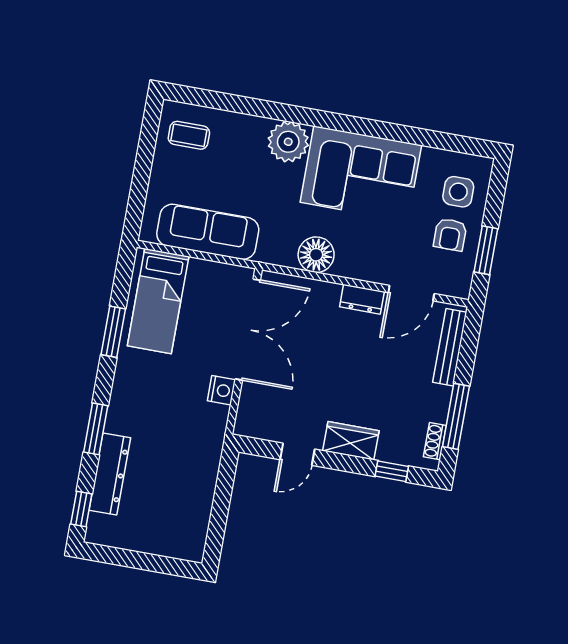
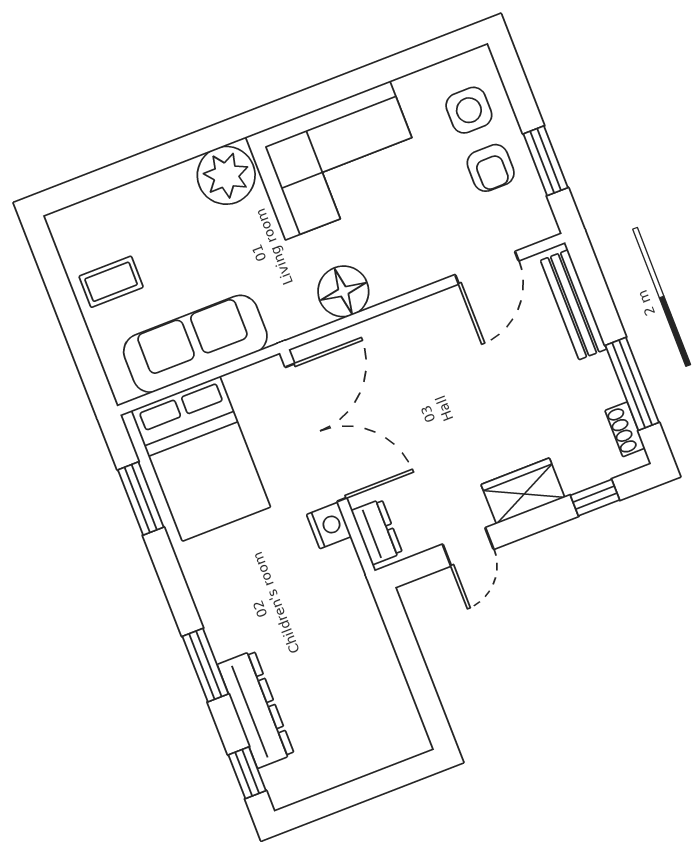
coffee table: (189, 135) -> (111, 282), moved
dresser: (362, 299) -> (377, 532), moved, turned -90
bed: (158, 301) -> (201, 459), width x1.50
window: (113, 332) -> (141, 499), moved

